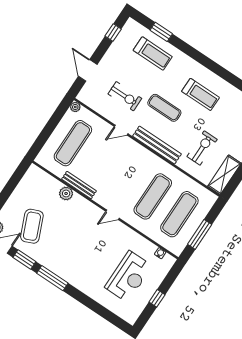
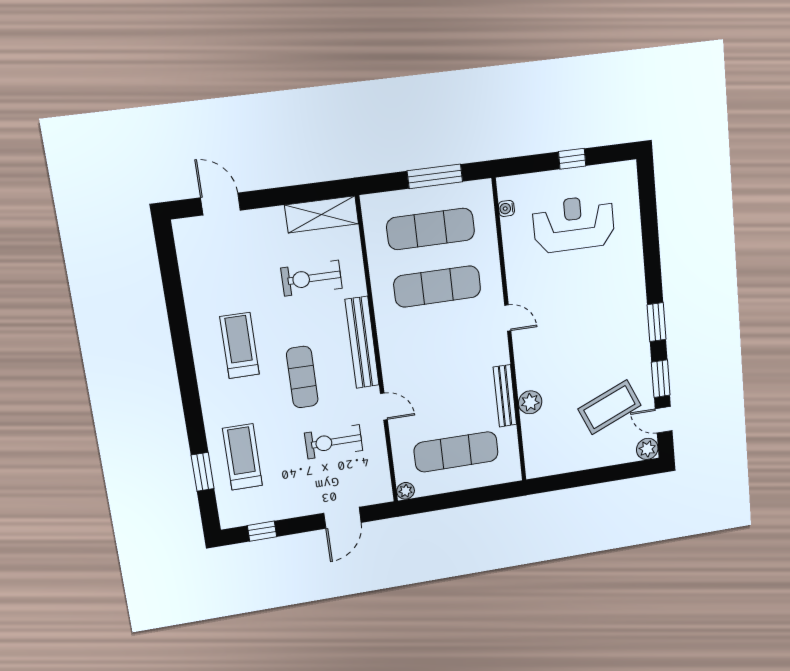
exercise bike: (125, 96) -> (334, 442), turned -90
window: (52, 278) -> (657, 322), width x0.69

